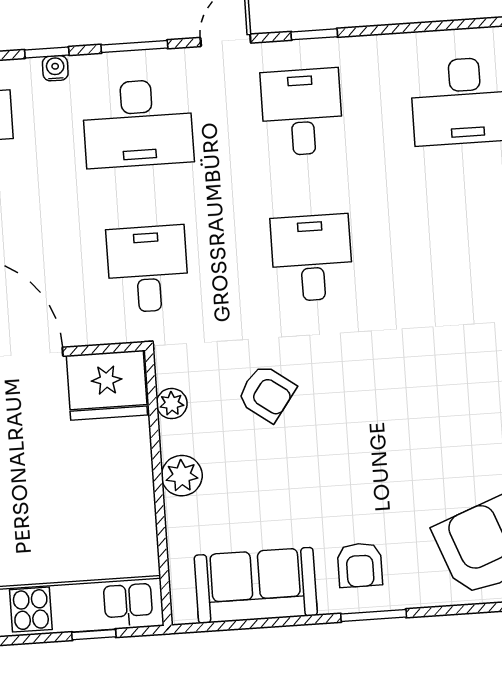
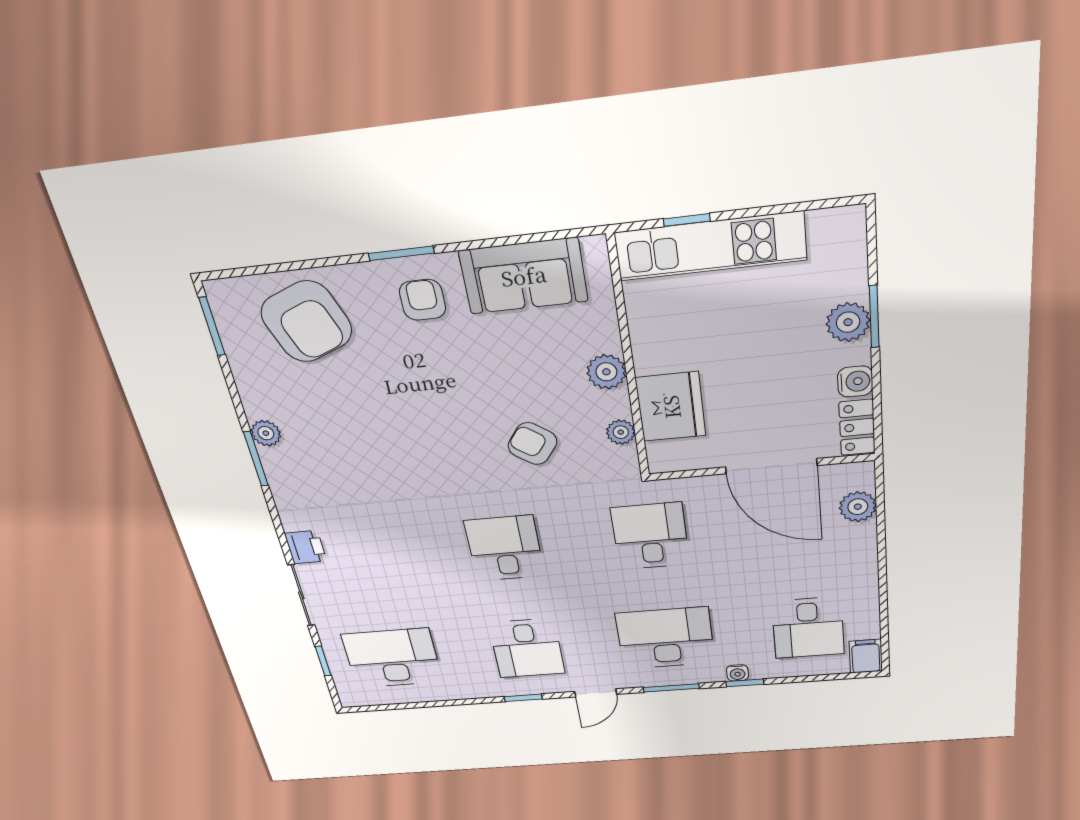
desk: (312, 258) -> (505, 548), turned 180
desk: (148, 269) -> (650, 536), turned 180
fridge: (107, 385) -> (671, 407), moved, turned 90

